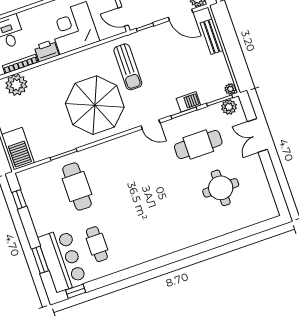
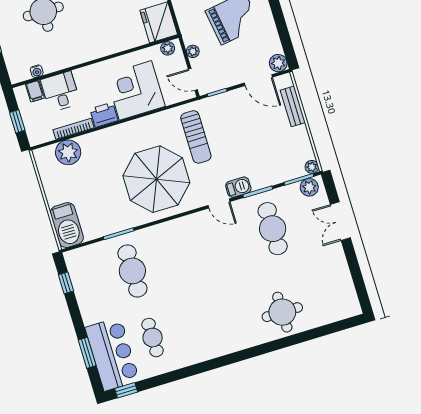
barbecue: (188, 102) -> (238, 187), moved
cafe table: (198, 145) -> (273, 229), turned 90
round table: (221, 188) -> (282, 312), moved

